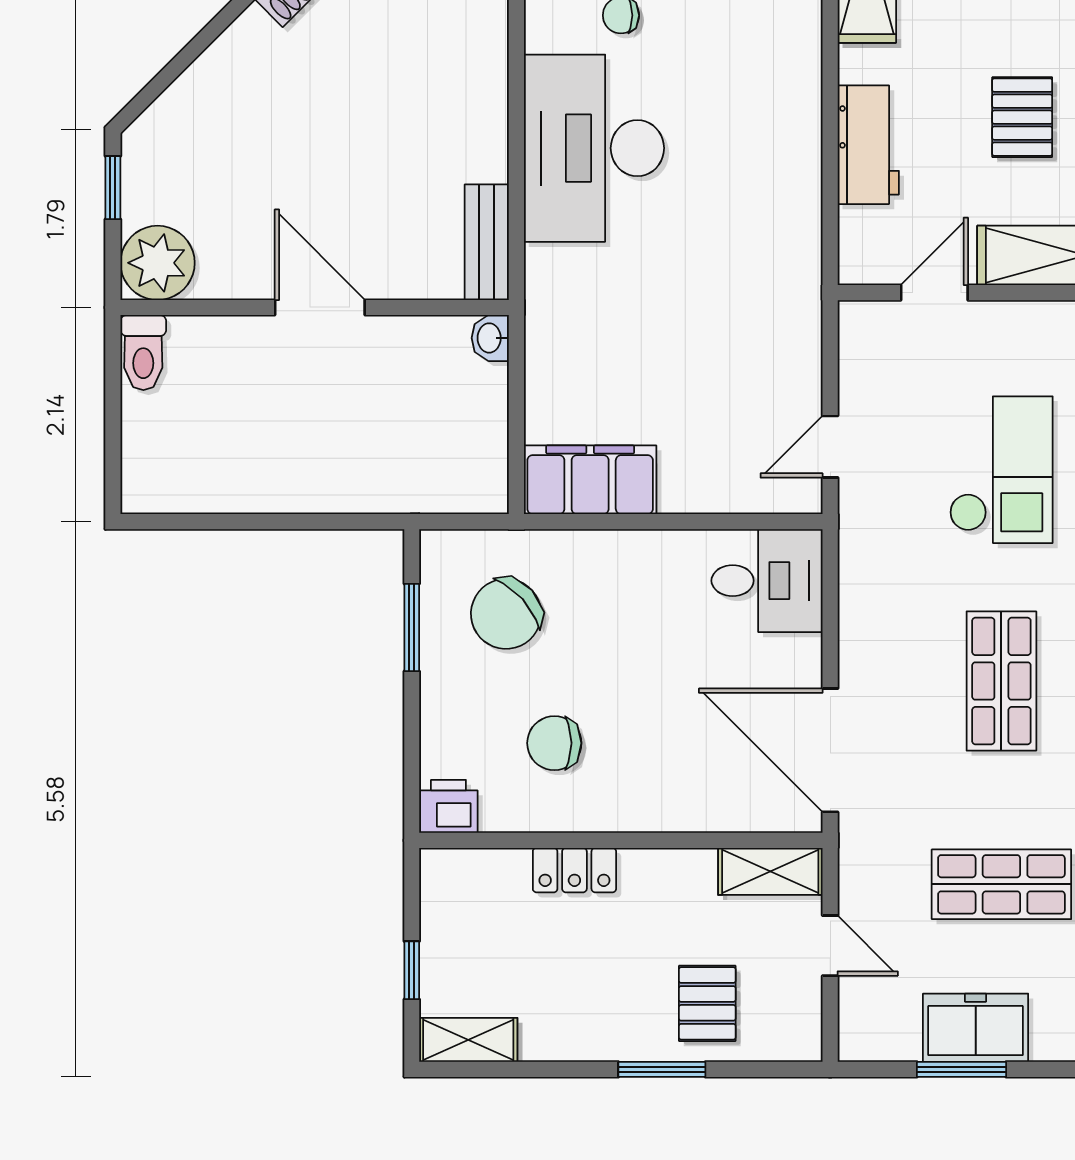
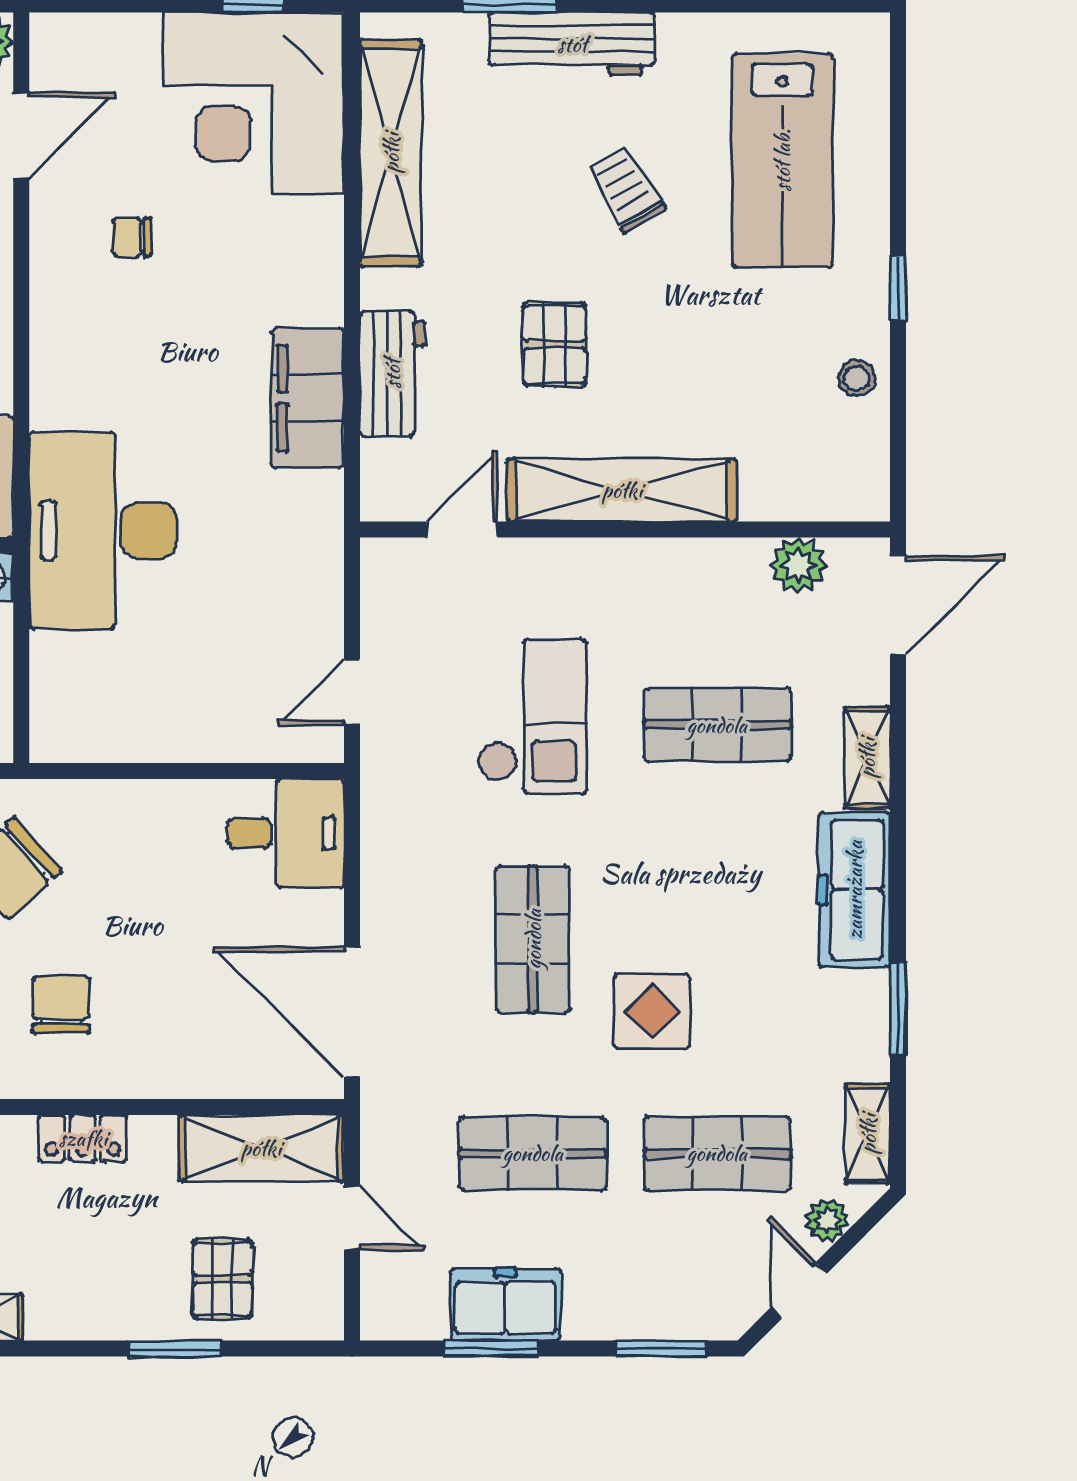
desk: (594, 148) -> (103, 530), moved
filing cabinet: (590, 480) -> (308, 398), moved, turned -90
chair: (554, 743) -> (61, 1005), turned 90
shelving: (770, 871) -> (261, 1148), width x1.50, depth x1.33

